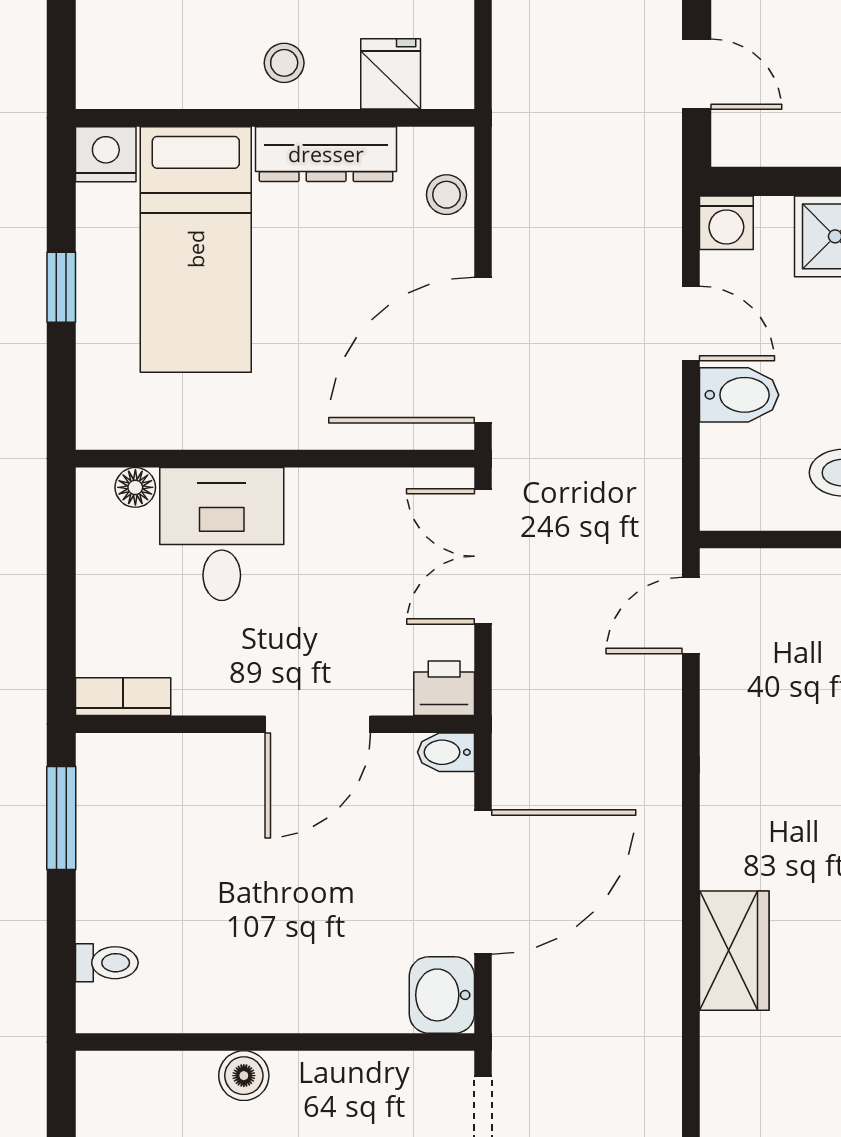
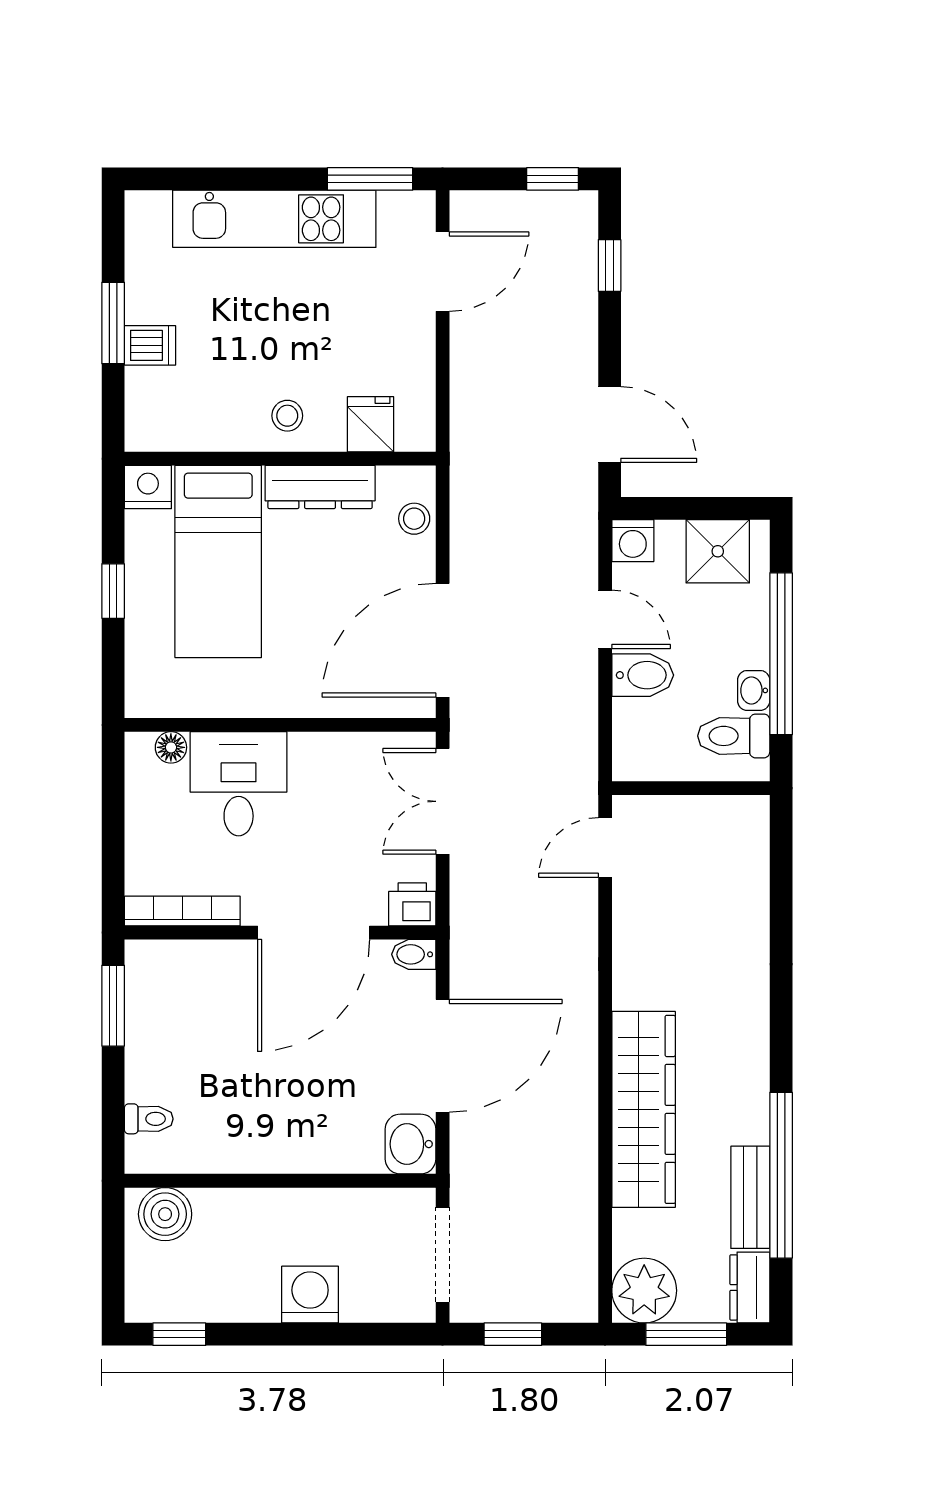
door: (697, 74) -> (610, 425), width x1.38
bookcase: (123, 697) -> (182, 911), width x1.56
door: (318, 724) -> (314, 933), width x1.36
wardrobe: (734, 951) -> (644, 1109), width x2.10, depth x1.17
boiler: (244, 1076) -> (165, 1214), moved, width x1.36, depth x1.36

